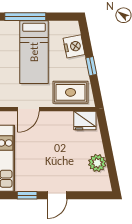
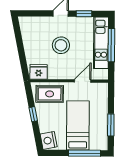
nightstand: (74, 46) -> (49, 140), moved
stool: (56, 155) -> (61, 45), added
plant: (97, 163) -> (29, 39), removed

